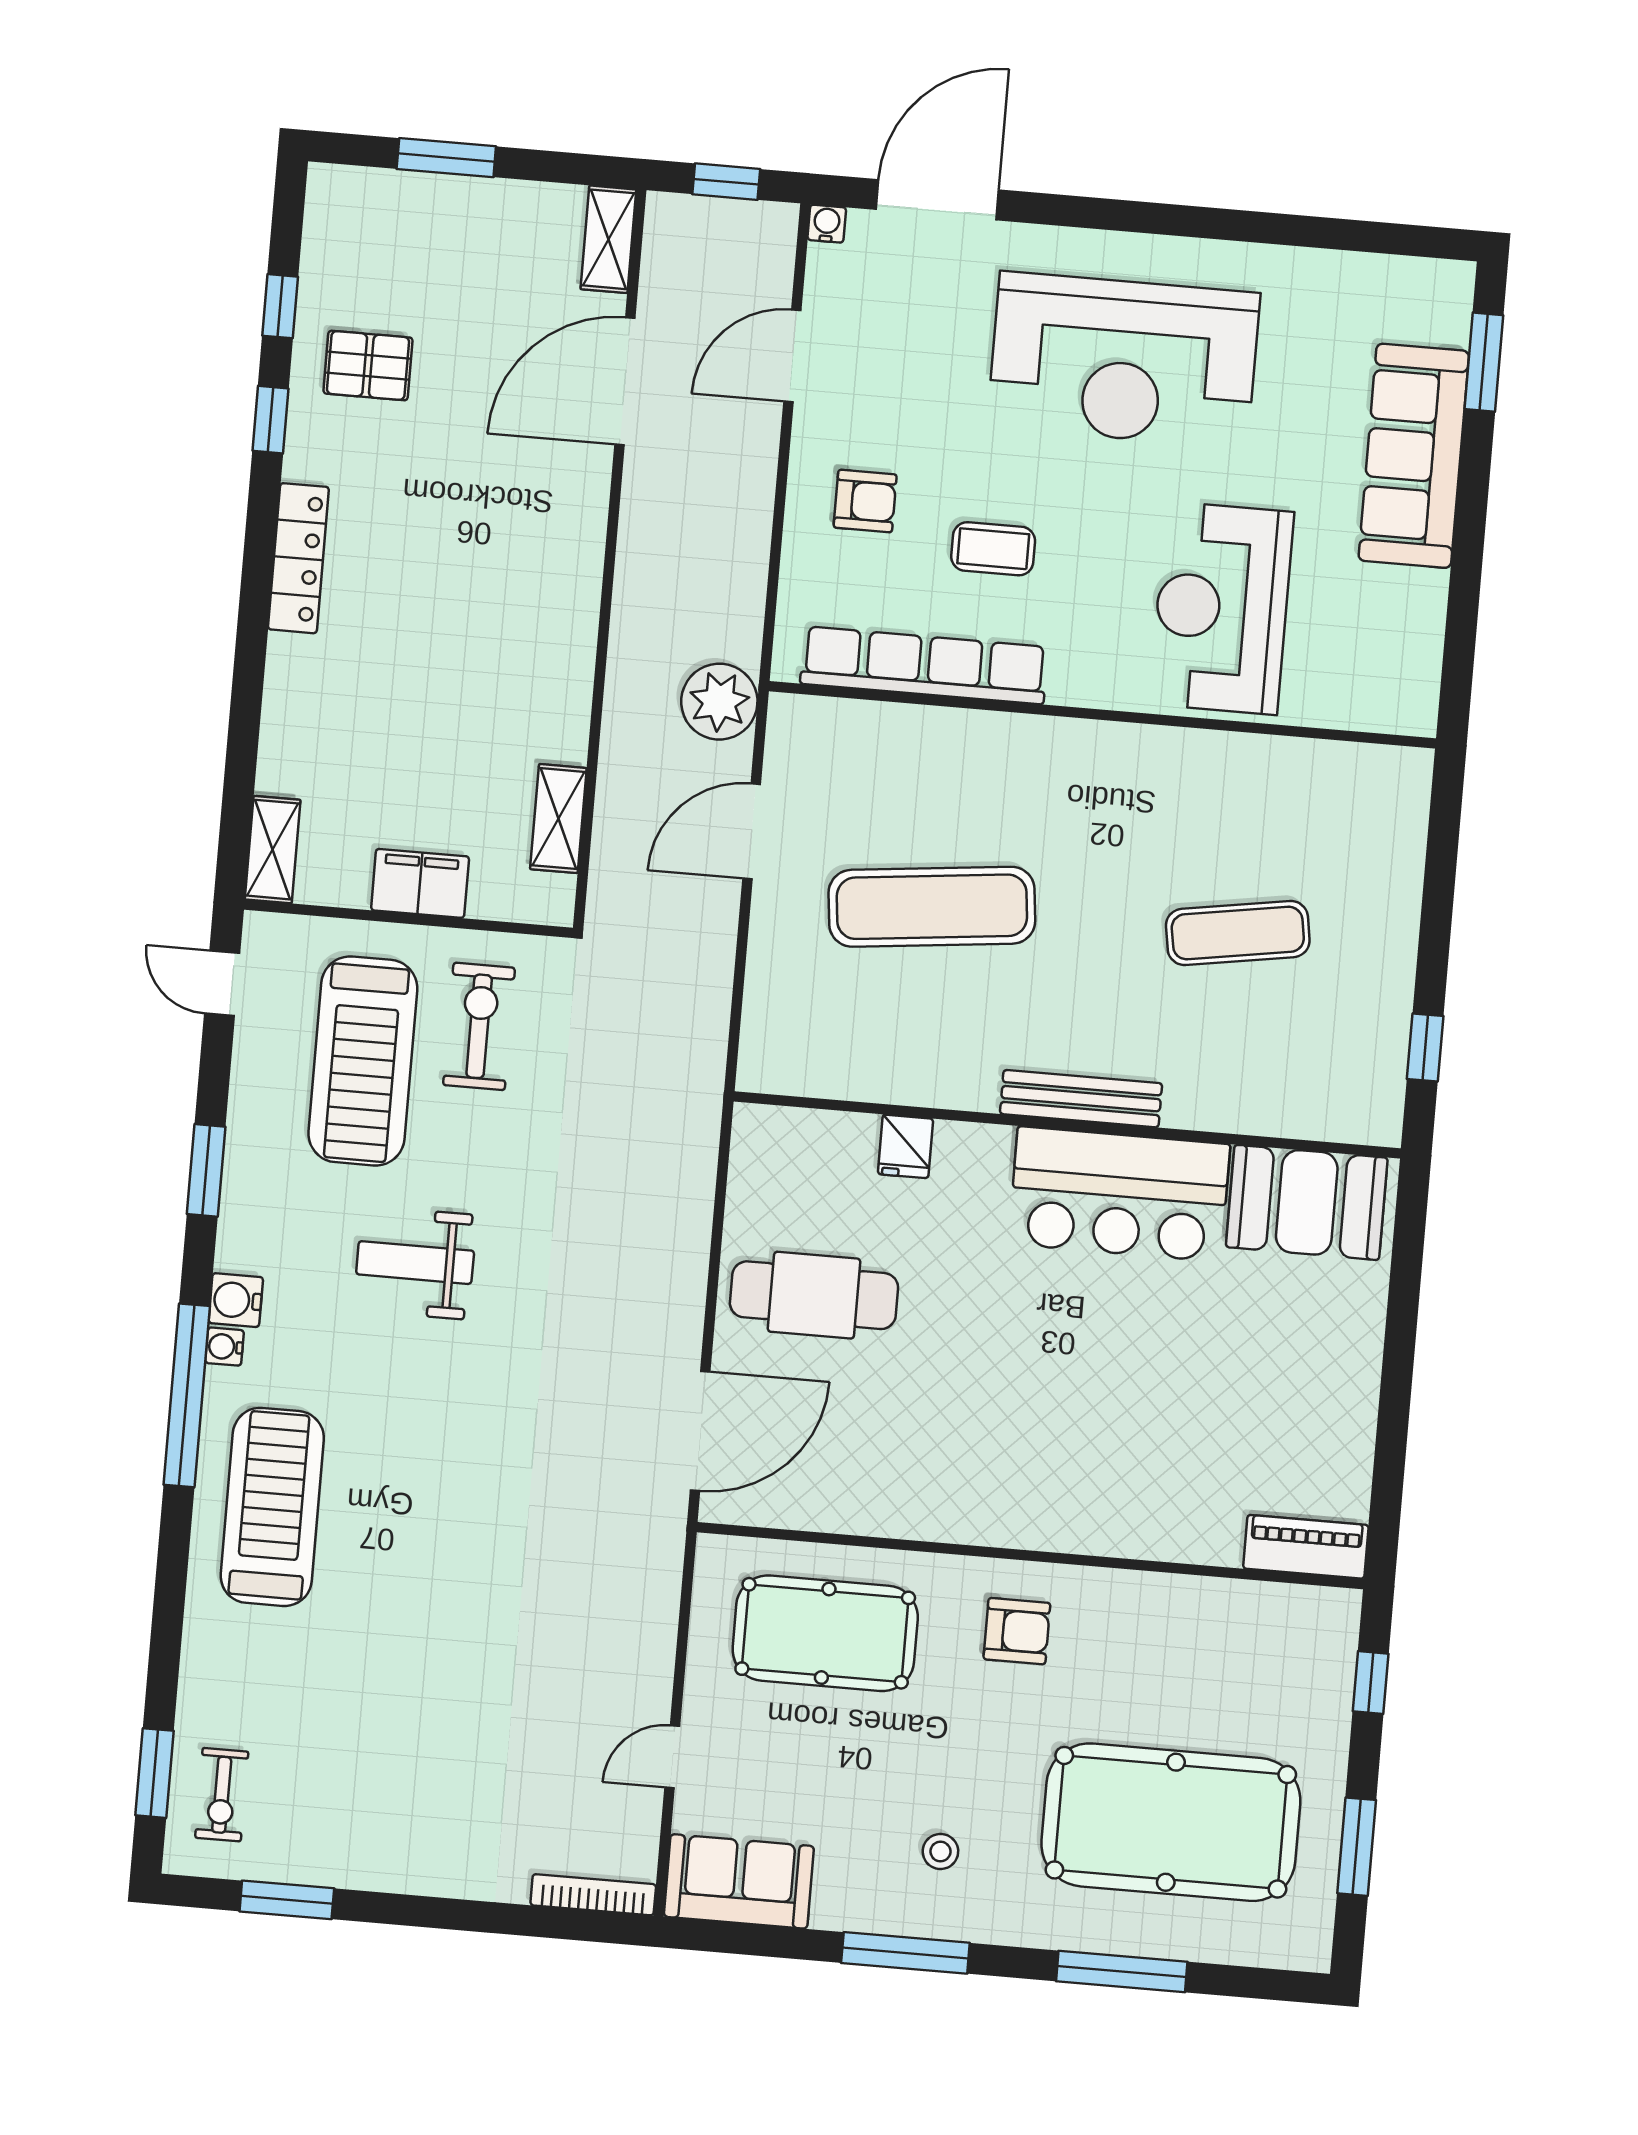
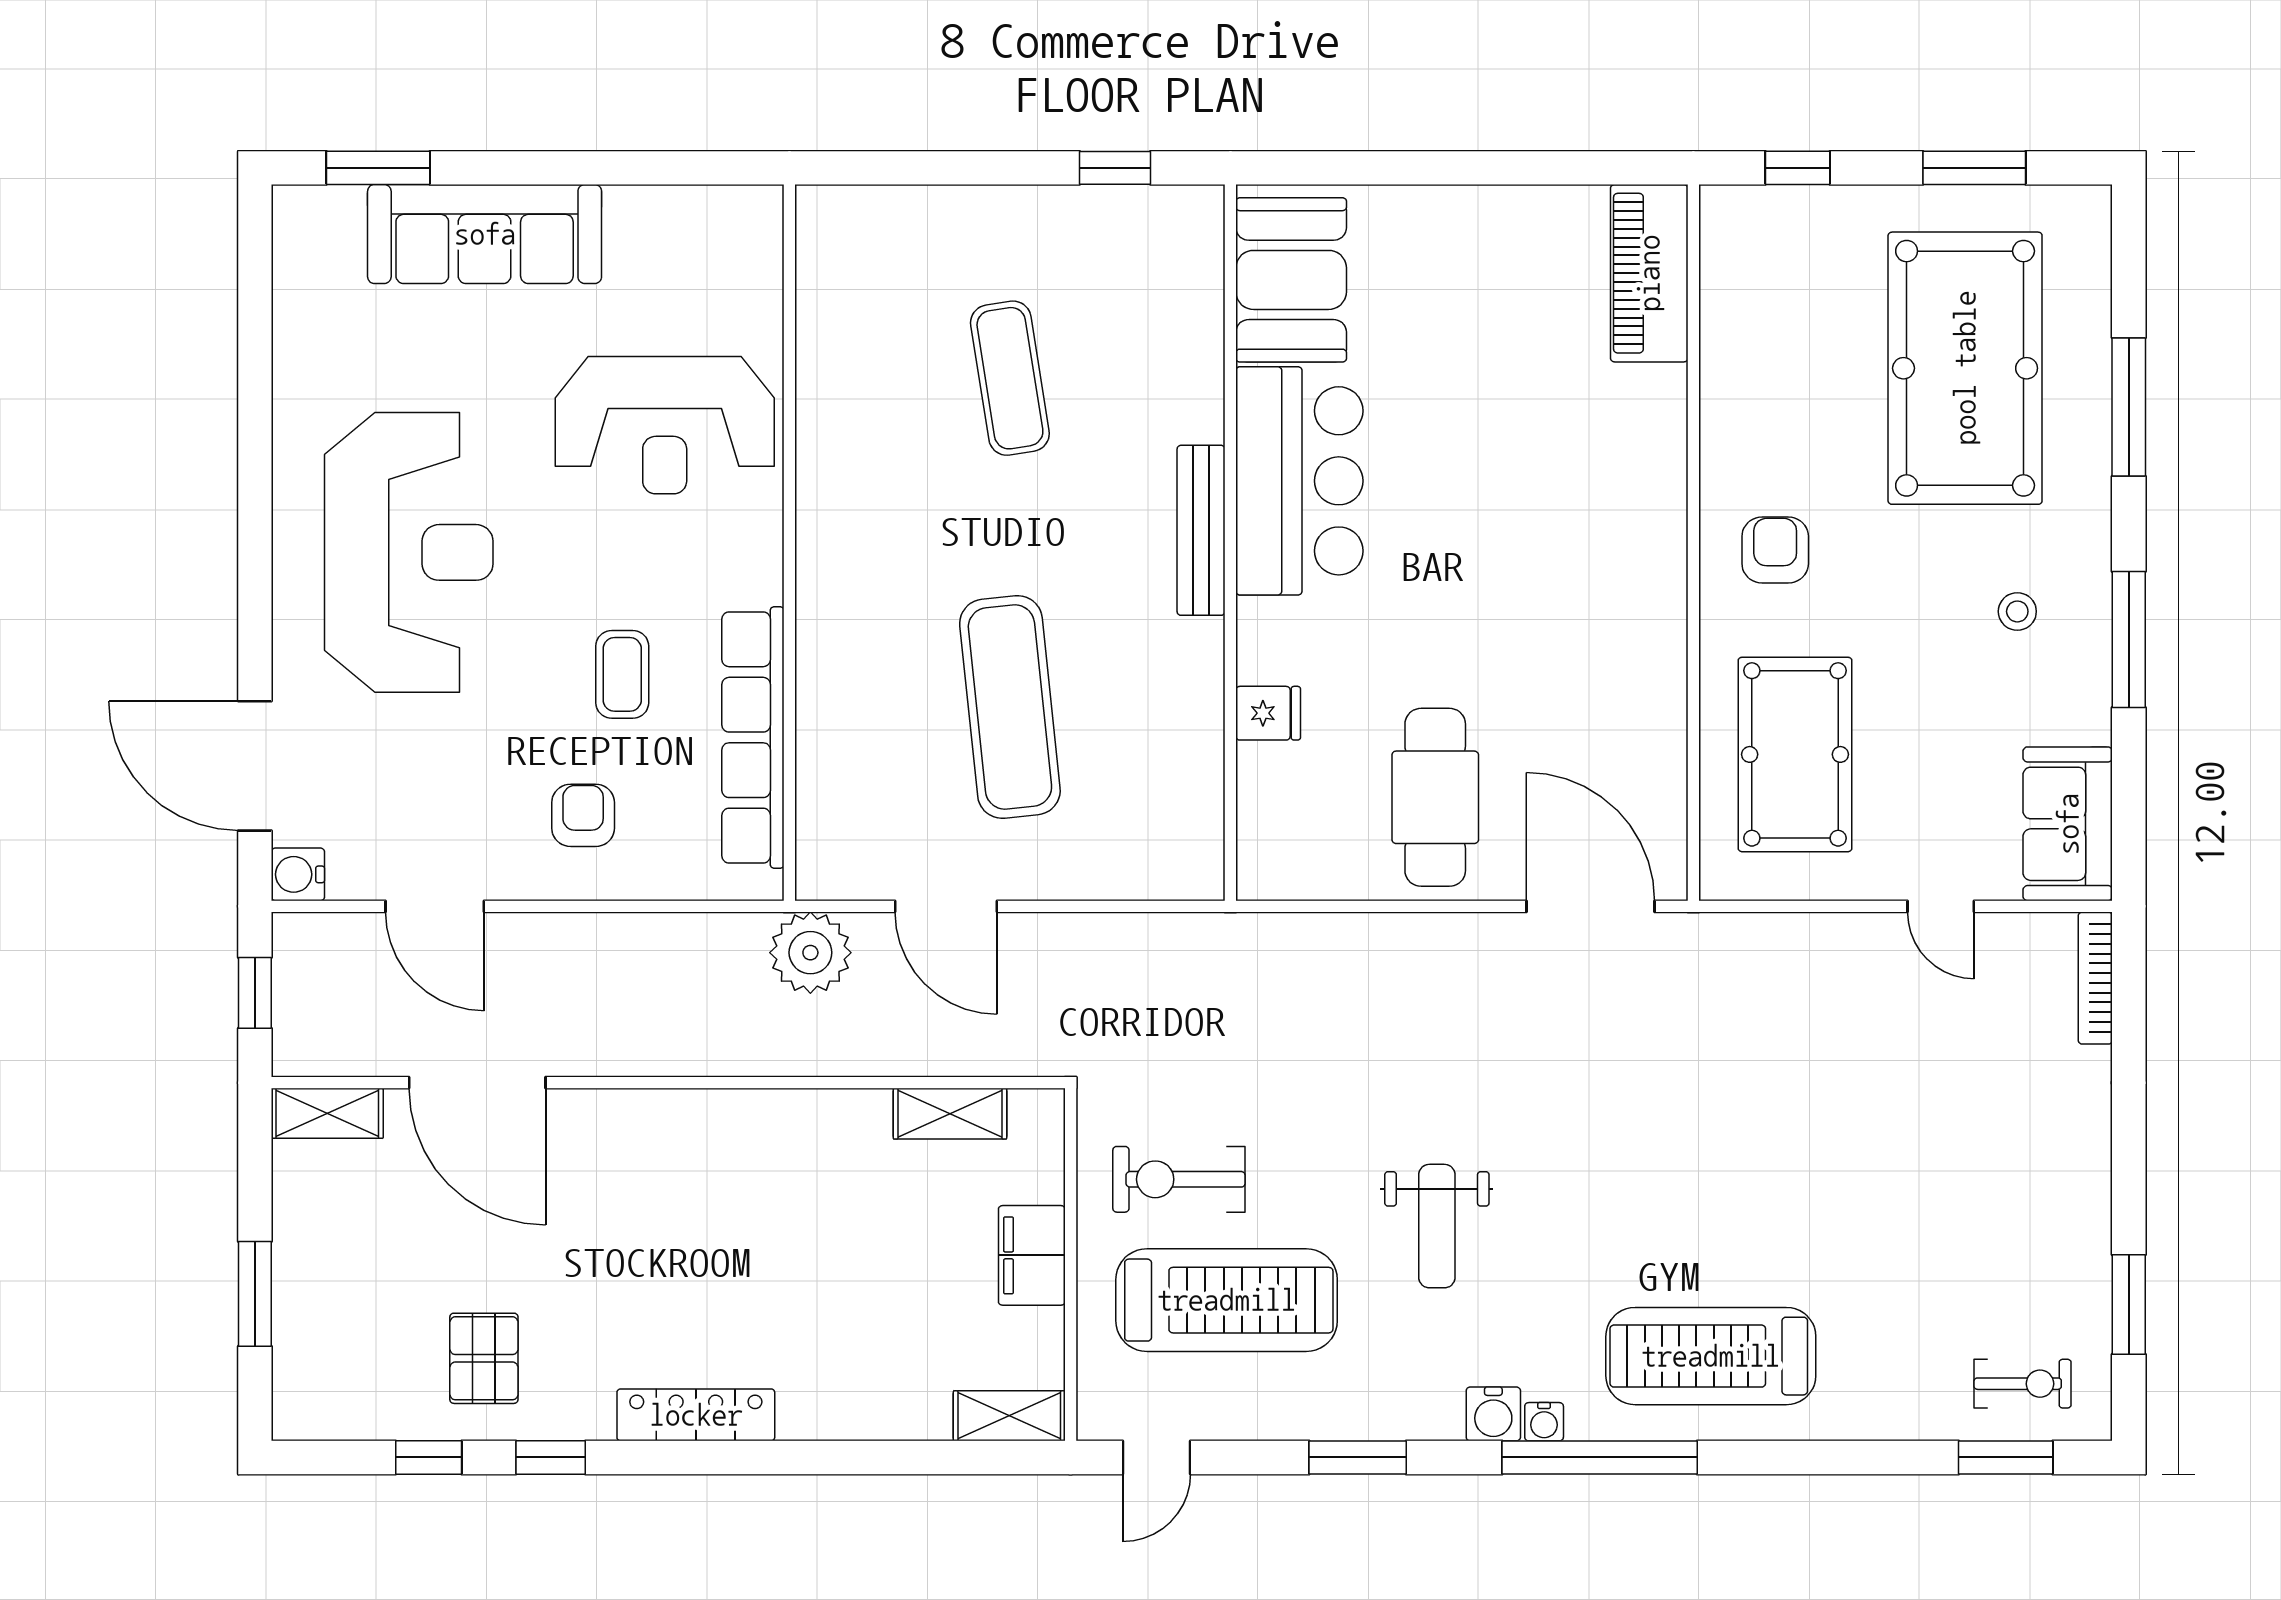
water cooler: (827, 224) -> (298, 874), width x1.38, depth x1.38
piano: (1306, 1547) -> (1649, 273), width x1.37, depth x1.33

